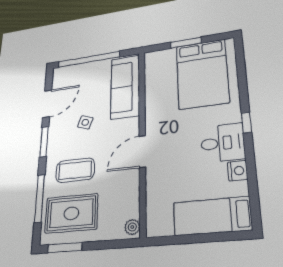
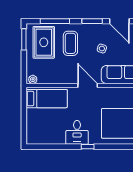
door: (142, 151) -> (88, 85), moved
nightstand: (238, 171) -> (59, 139), removed
bed: (212, 216) -> (47, 99), moved, turned 90

